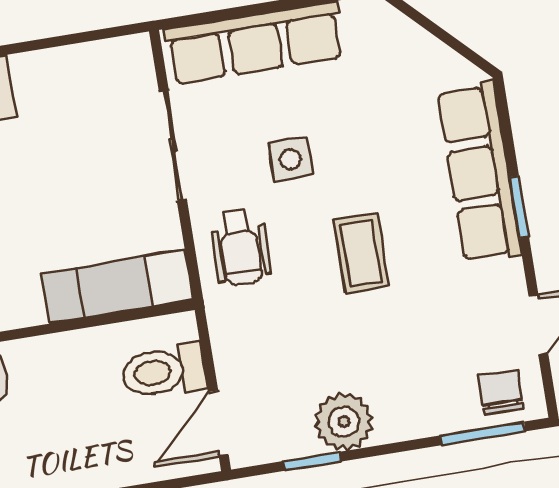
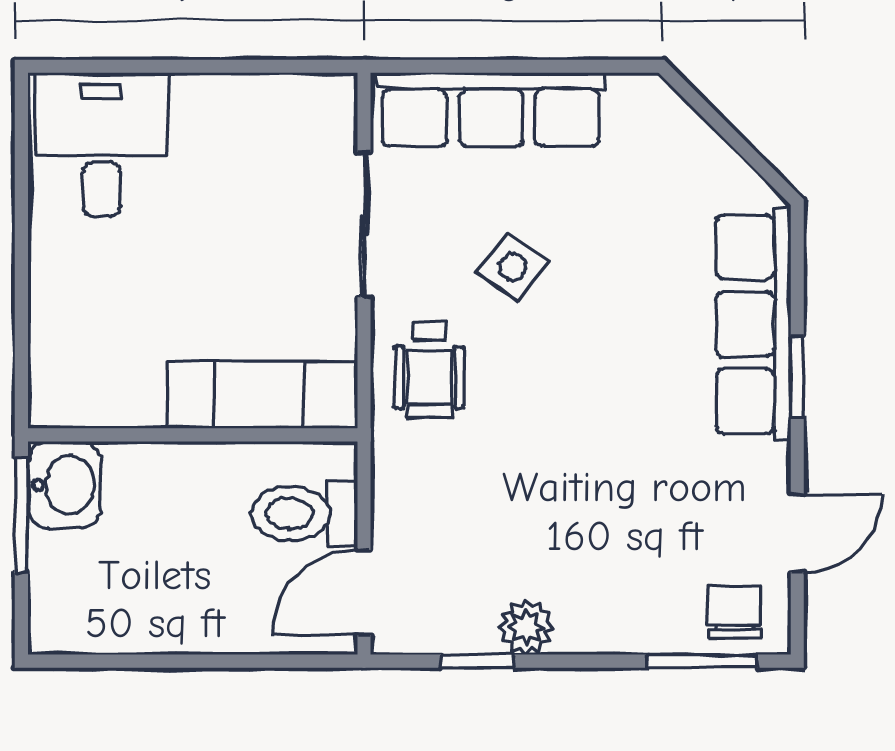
side table: (291, 159) -> (513, 267), turned 36
coffee table: (361, 253) -> (584, 403), removed
plant: (344, 422) -> (526, 627), width x0.73, depth x0.73

